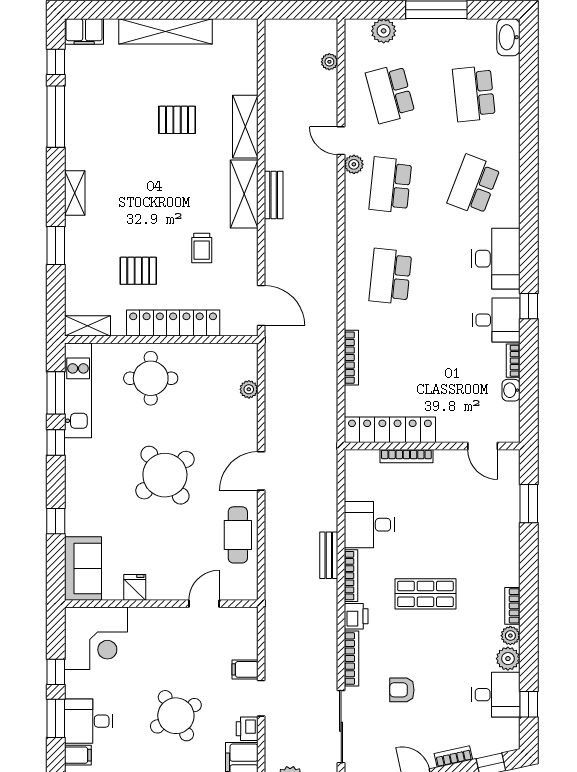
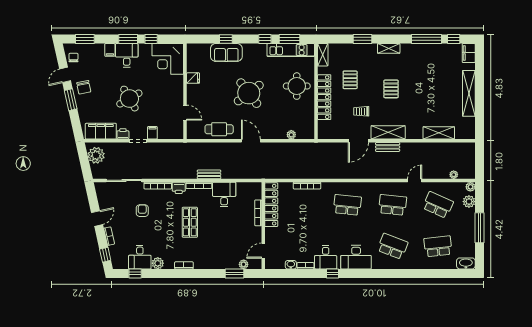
school desk: (390, 94) -> (438, 205), turned 39
pallet: (177, 120) -> (391, 89), moved
shelving: (245, 127) -> (439, 133), moved
plant: (354, 164) -> (470, 187), moved
door: (261, 305) -> (358, 141), moved
sofa: (83, 569) -> (226, 52), moved
plant: (510, 636) -> (244, 264), moved

